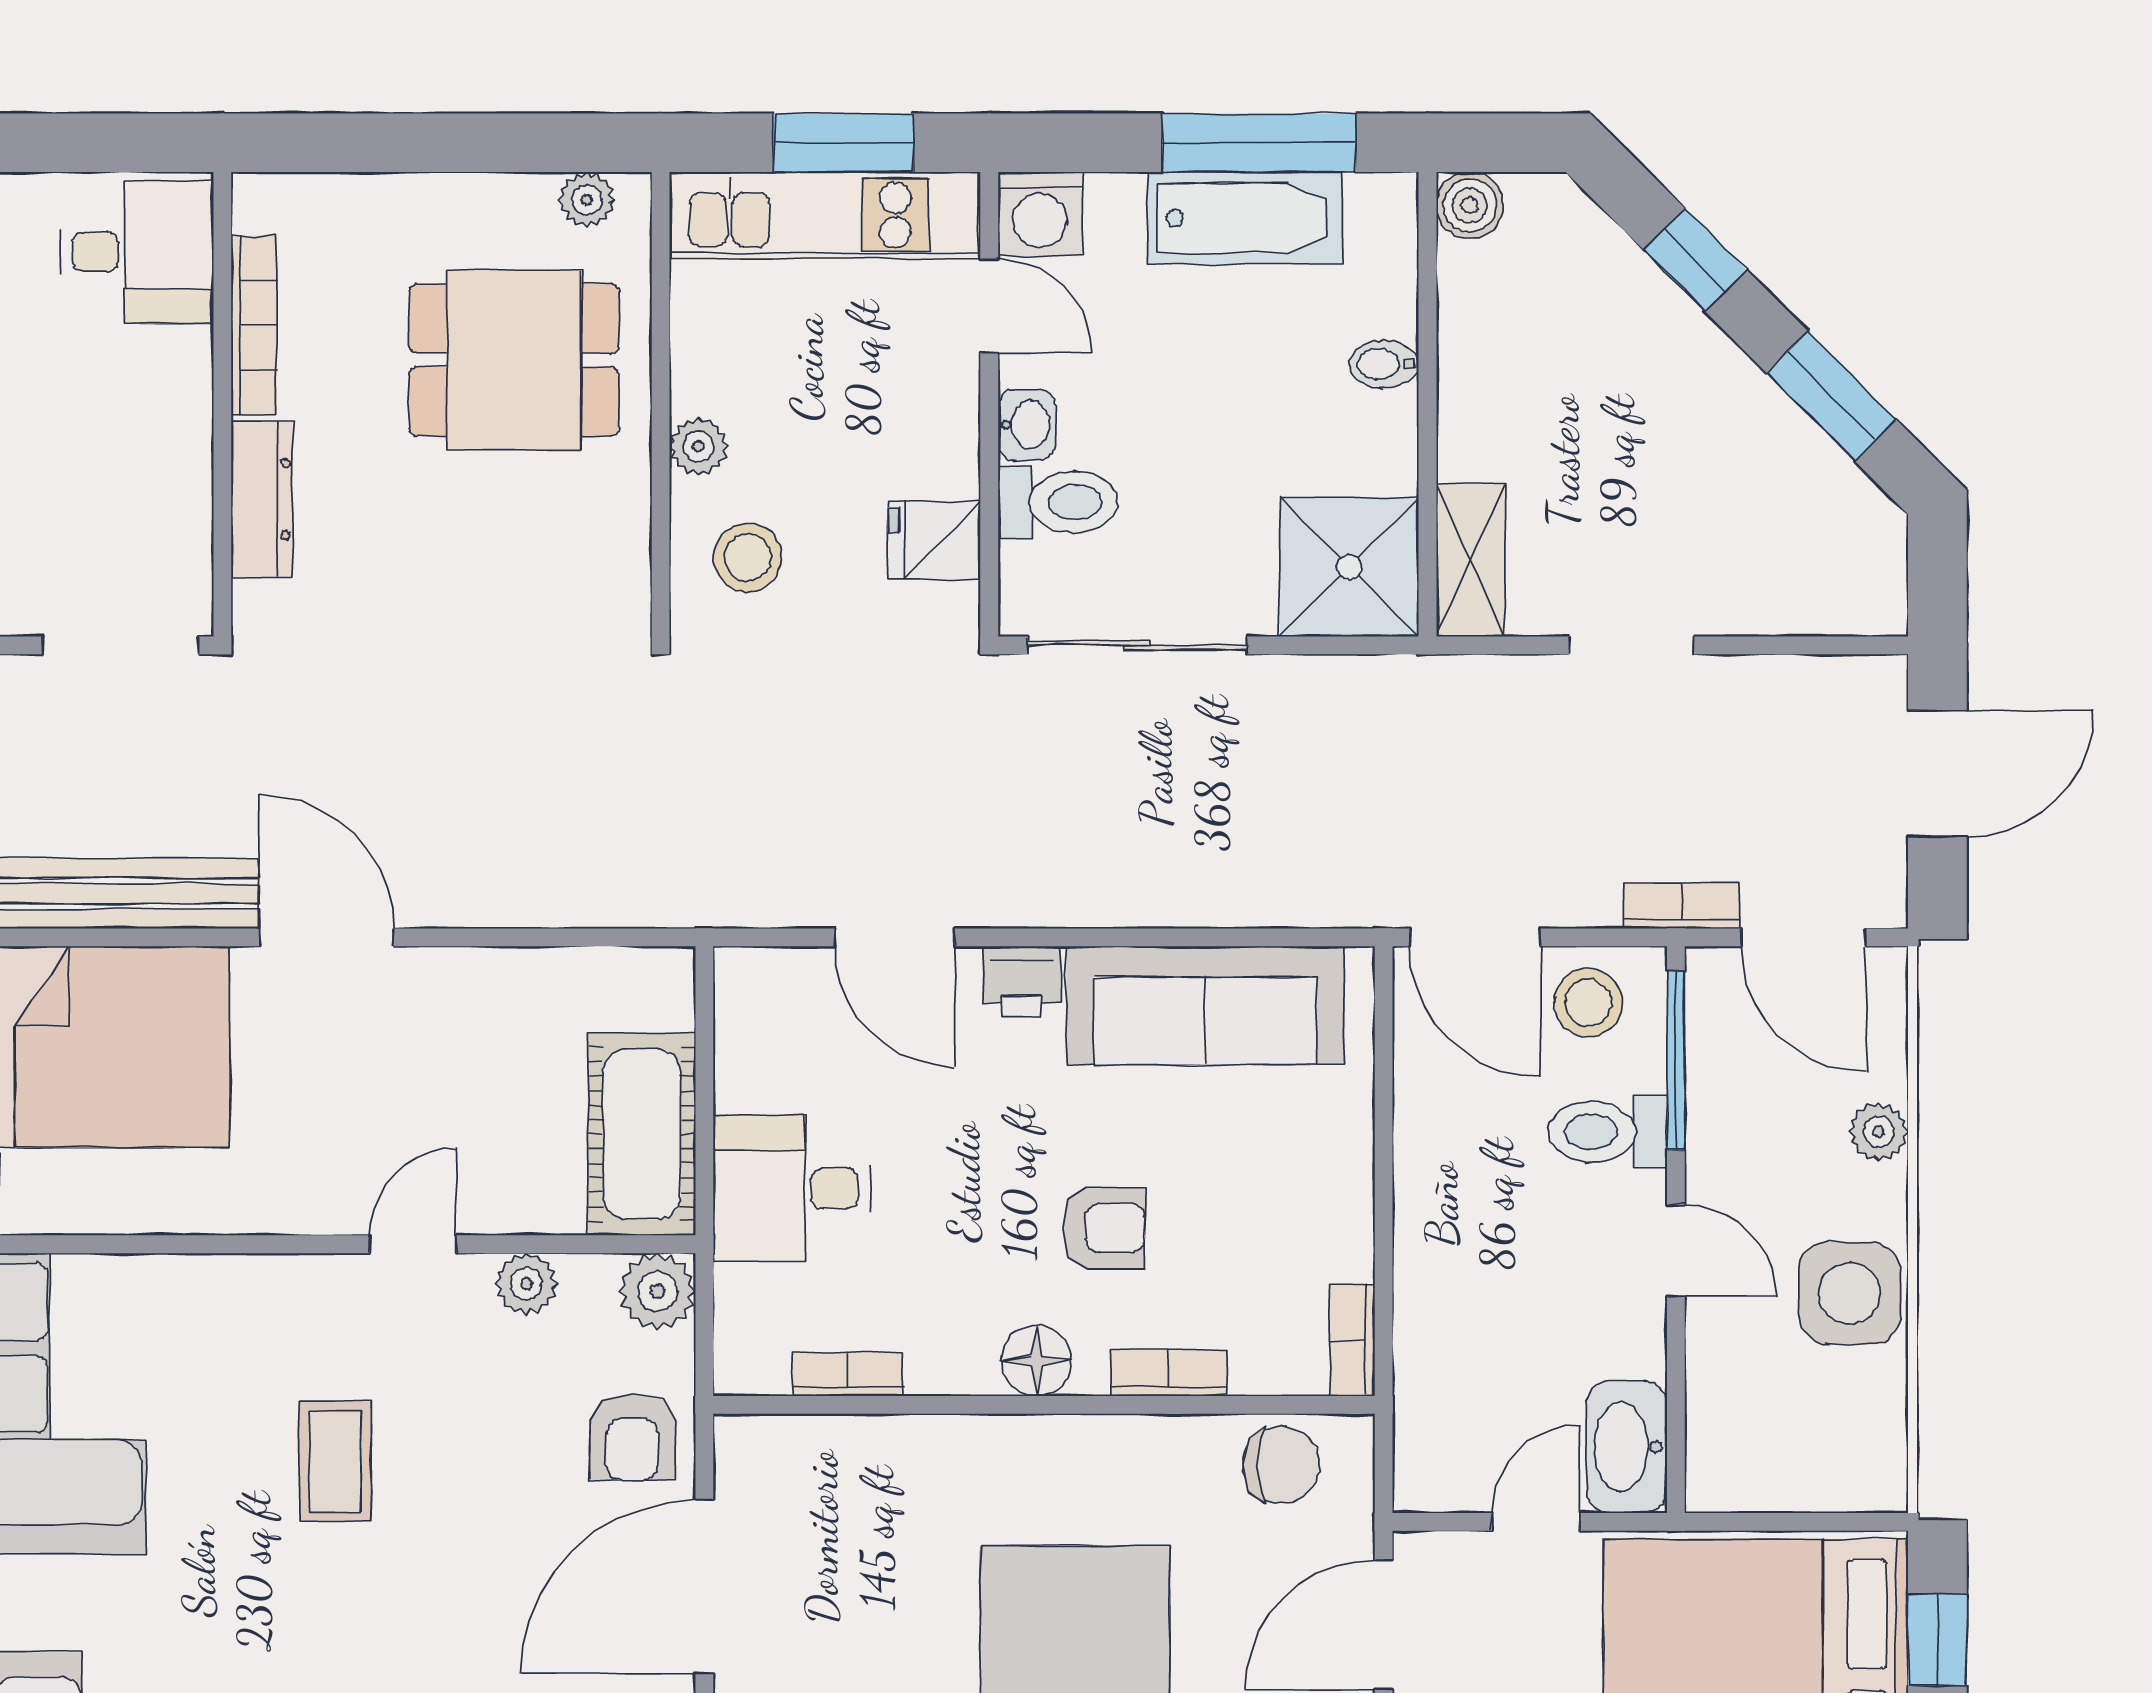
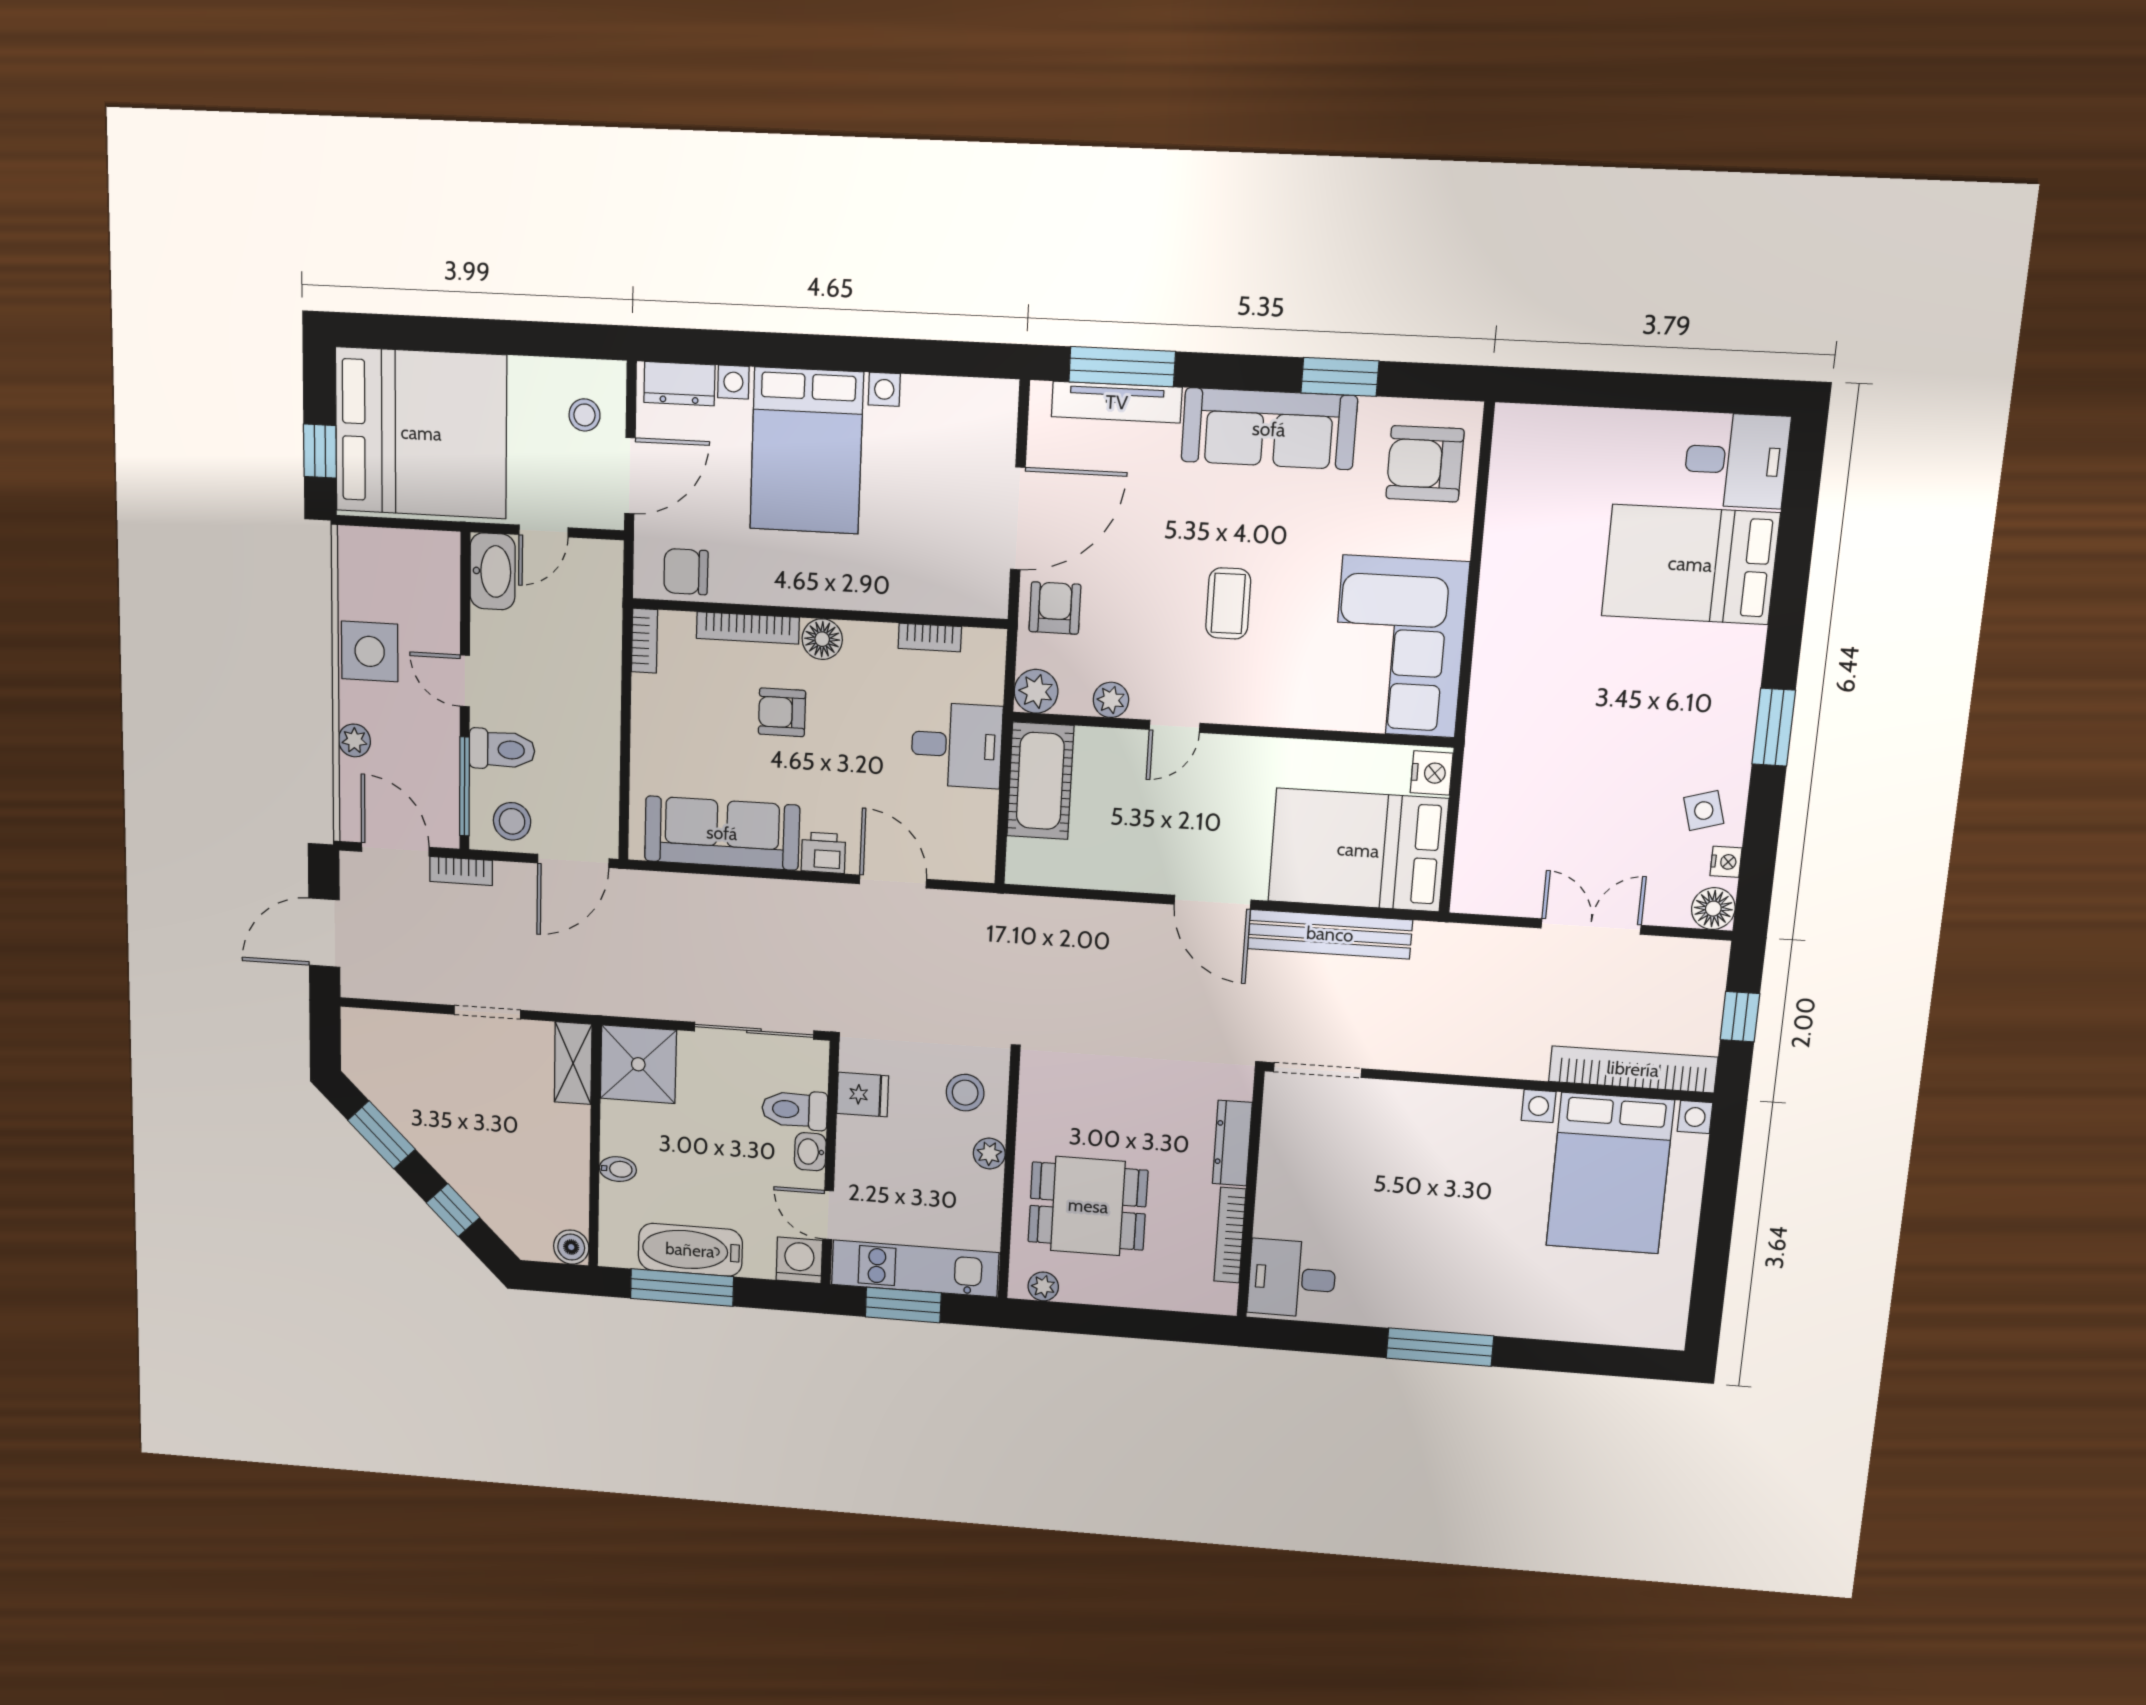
door: (1475, 937) -> (573, 861), swing flipped
bookcase: (1169, 1373) -> (748, 628), width x1.56

